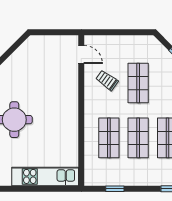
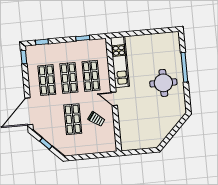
door: (81, 55) -> (114, 99), moved
kitchen unit: (45, 176) -> (120, 62), moved, turned -90

